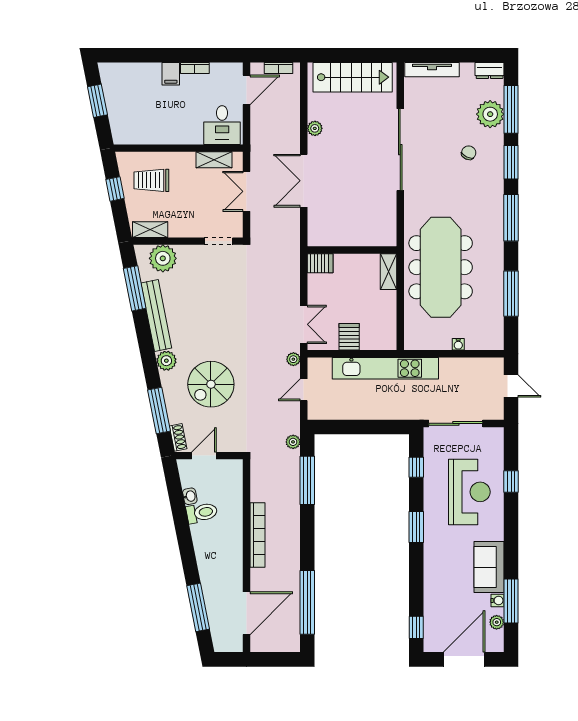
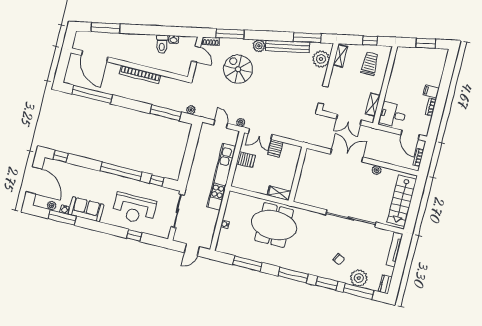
double door: (247, 191) -> (349, 120), swing flipped
server rack: (320, 263) -> (275, 148), moved
meeting table: (441, 267) -> (274, 225), width x0.73
window: (416, 527) -> (121, 171), width x2.11

